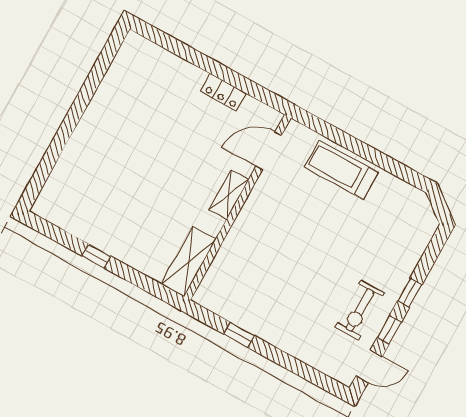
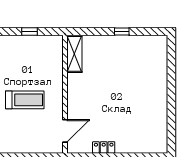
treadmill: (341, 170) -> (25, 100), moved
shelving: (229, 195) -> (73, 98), removed

